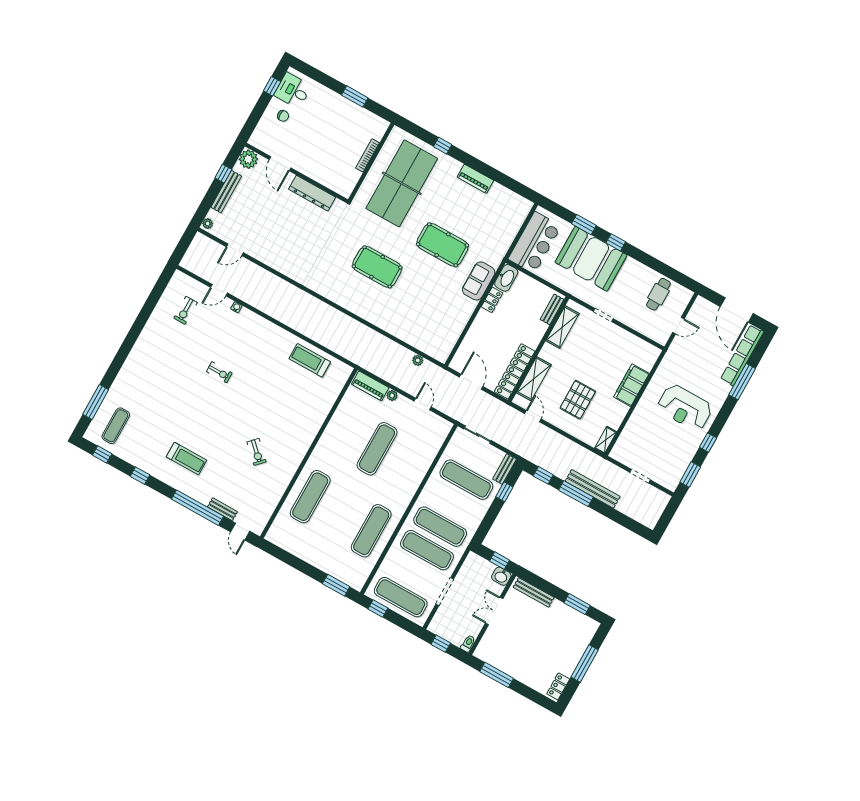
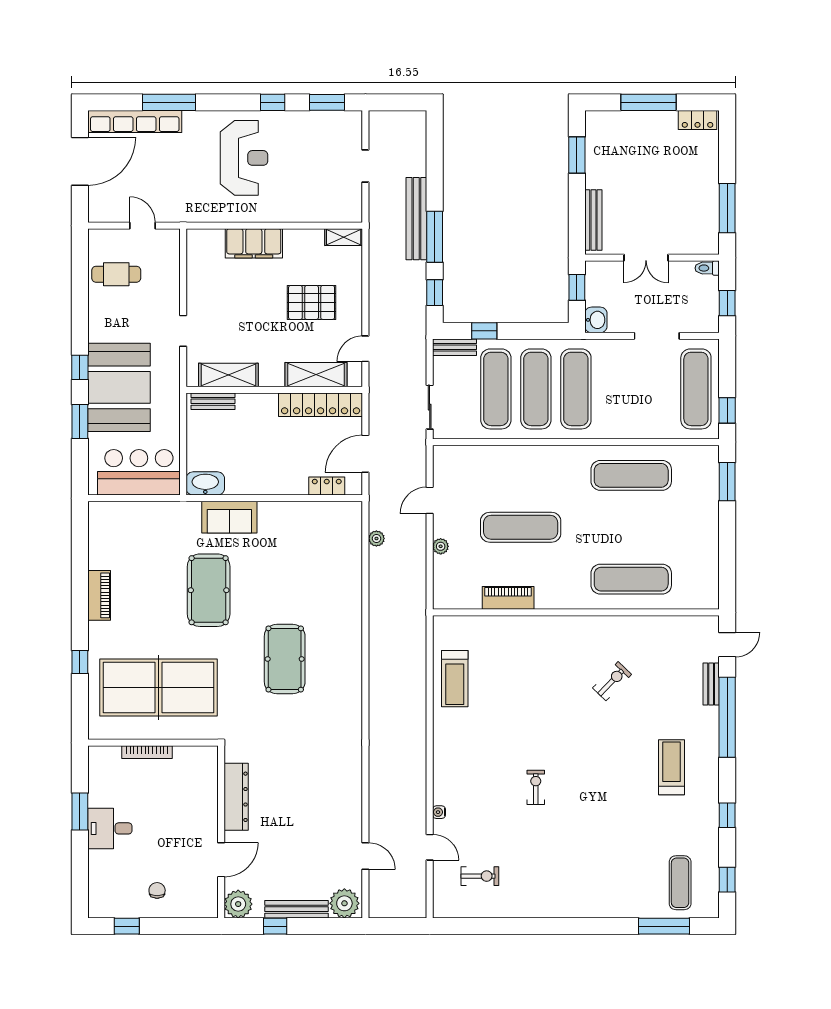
desk: (293, 91) -> (110, 828), moved, turned 90
plant: (208, 224) -> (344, 903), width x1.87, depth x1.87
locker: (492, 300) -> (327, 486), moved
piano: (370, 386) -> (508, 598), moved, turned -90
exercise mat: (116, 426) -> (680, 883), turned 90
exercise mat: (427, 550) -> (536, 389), moved
washbasin: (501, 576) -> (596, 320), moved

